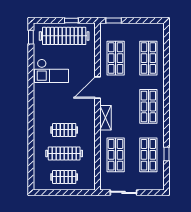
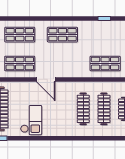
shelving: (105, 118) -> (72, 72), removed
clothes rail: (64, 130) -> (83, 109), width x1.36
shop shelf: (148, 155) -> (105, 35), removed

